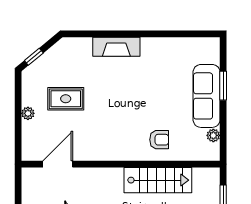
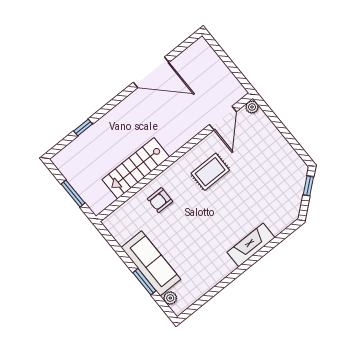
rug: (66, 99) -> (210, 172), moved
plant: (28, 113) -> (252, 107), moved
plant: (213, 135) -> (170, 298), moved

